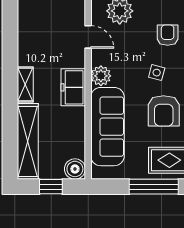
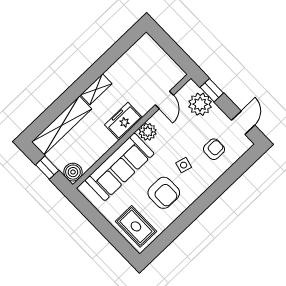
armchair: (164, 111) -> (164, 193), turned -90
window: (154, 187) -> (110, 233), removed

